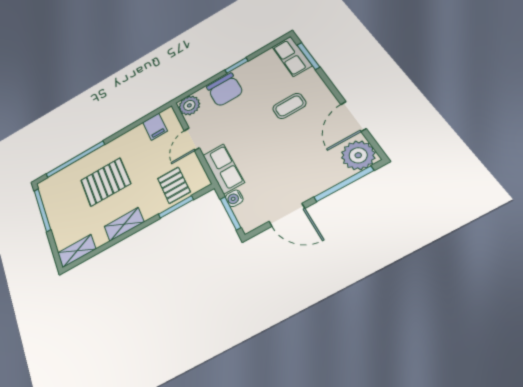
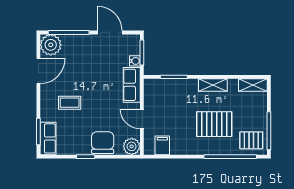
door: (192, 139) -> (142, 119), swing flipped
pallet: (174, 185) -> (251, 140), moved, turned 90

